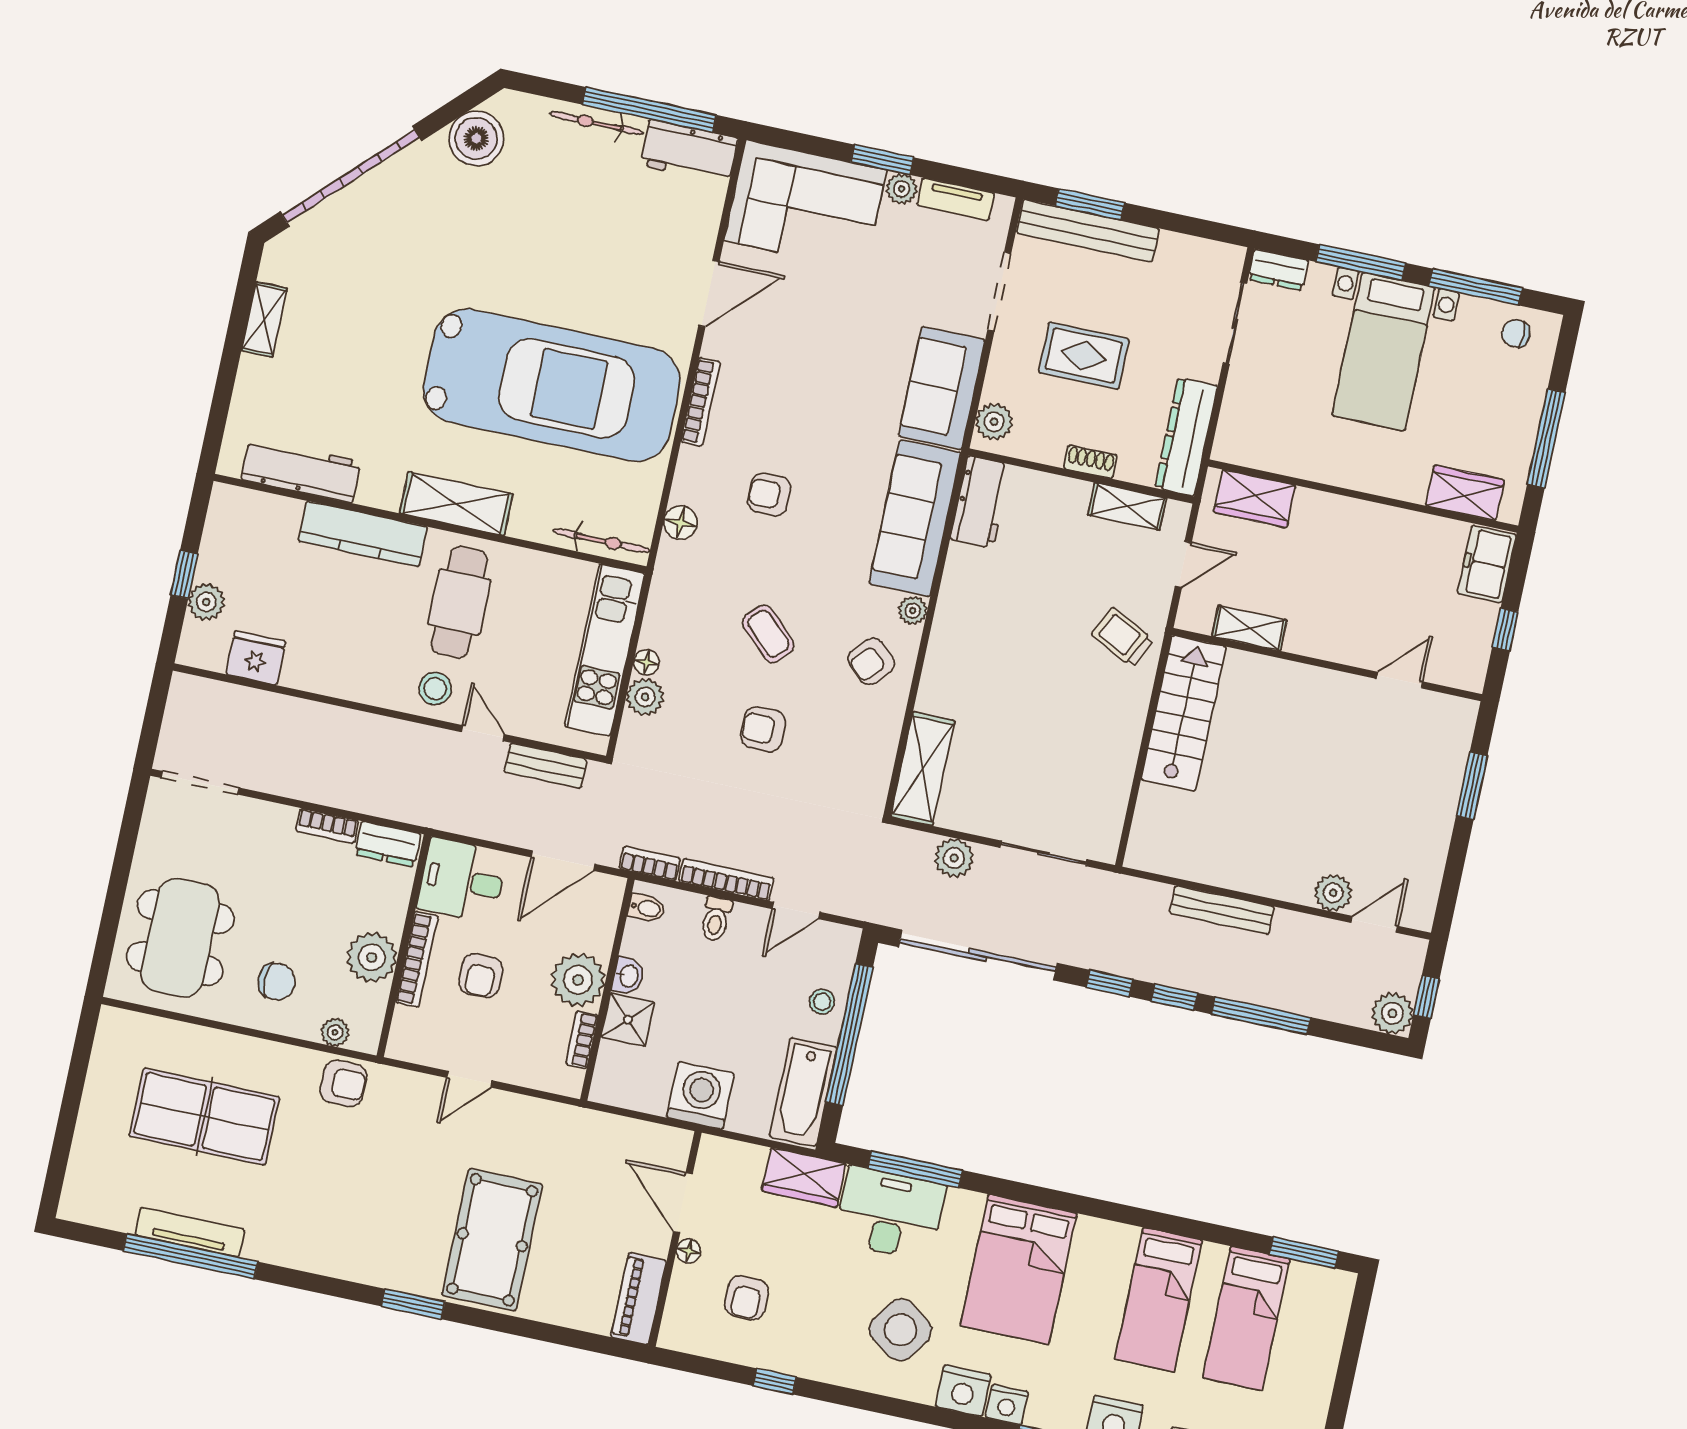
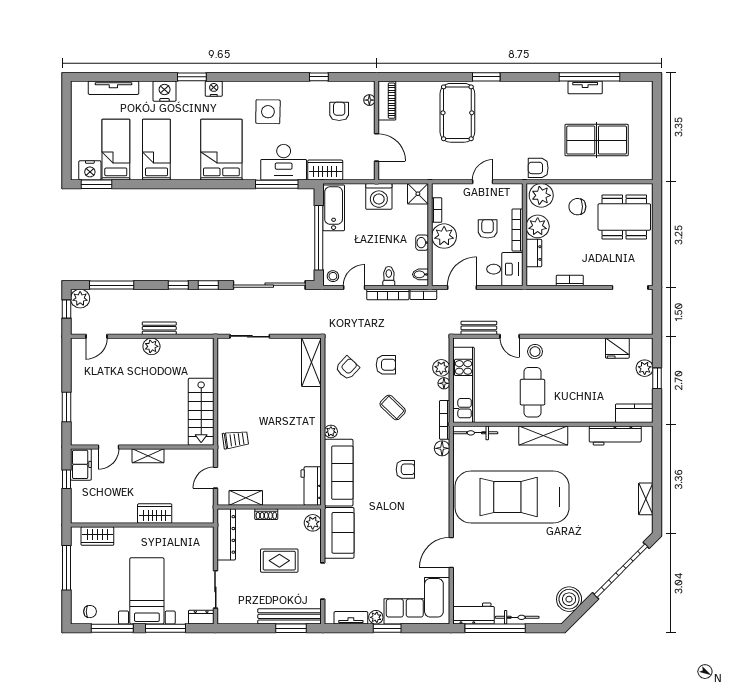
bookcase: (701, 402) -> (445, 420), moved
wardrobe: (1255, 499) -> (155, 514), moved
kitchen counter: (363, 534) -> (634, 413), moved, width x0.67
freezer: (1487, 564) -> (81, 464), moved
shelving: (1249, 628) -> (148, 456), moved
trolley: (1122, 637) -> (235, 440), turned -35
armchair: (871, 661) -> (347, 368), moved
dresser: (388, 844) -> (534, 253), moved, turned 90
plant: (954, 858) -> (289, 326), removed
plant: (1333, 893) -> (151, 346), moved
bench: (1222, 910) -> (159, 328), width x0.73
dining table: (180, 938) -> (624, 217), turned 90
stool: (822, 1002) -> (333, 276), moved
window: (1261, 1016) -> (112, 285), moved
shower: (628, 1020) -> (418, 194), moved
plant: (335, 1032) -> (541, 195), width x1.87, depth x1.87
tv unit: (190, 1232) -> (585, 87), width x0.71
floor lamp: (689, 1251) -> (369, 100), moved
side table: (901, 1330) -> (268, 112), turned -34
nightstand: (963, 1391) -> (90, 170), moved, turned 180

